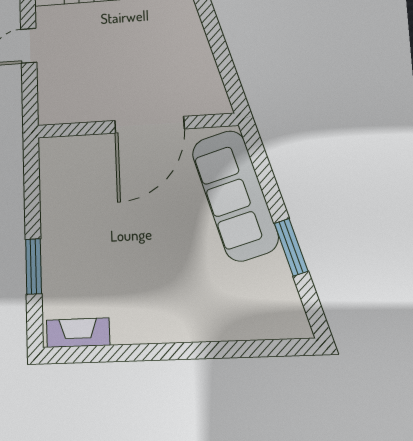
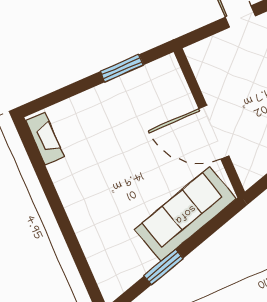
window: (34, 266) -> (122, 68), moved

